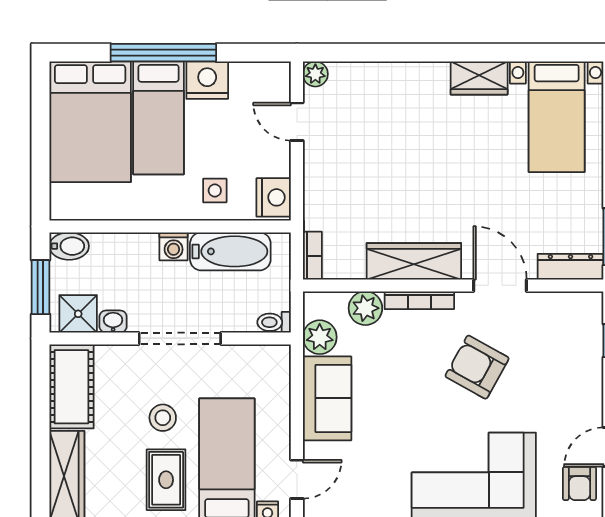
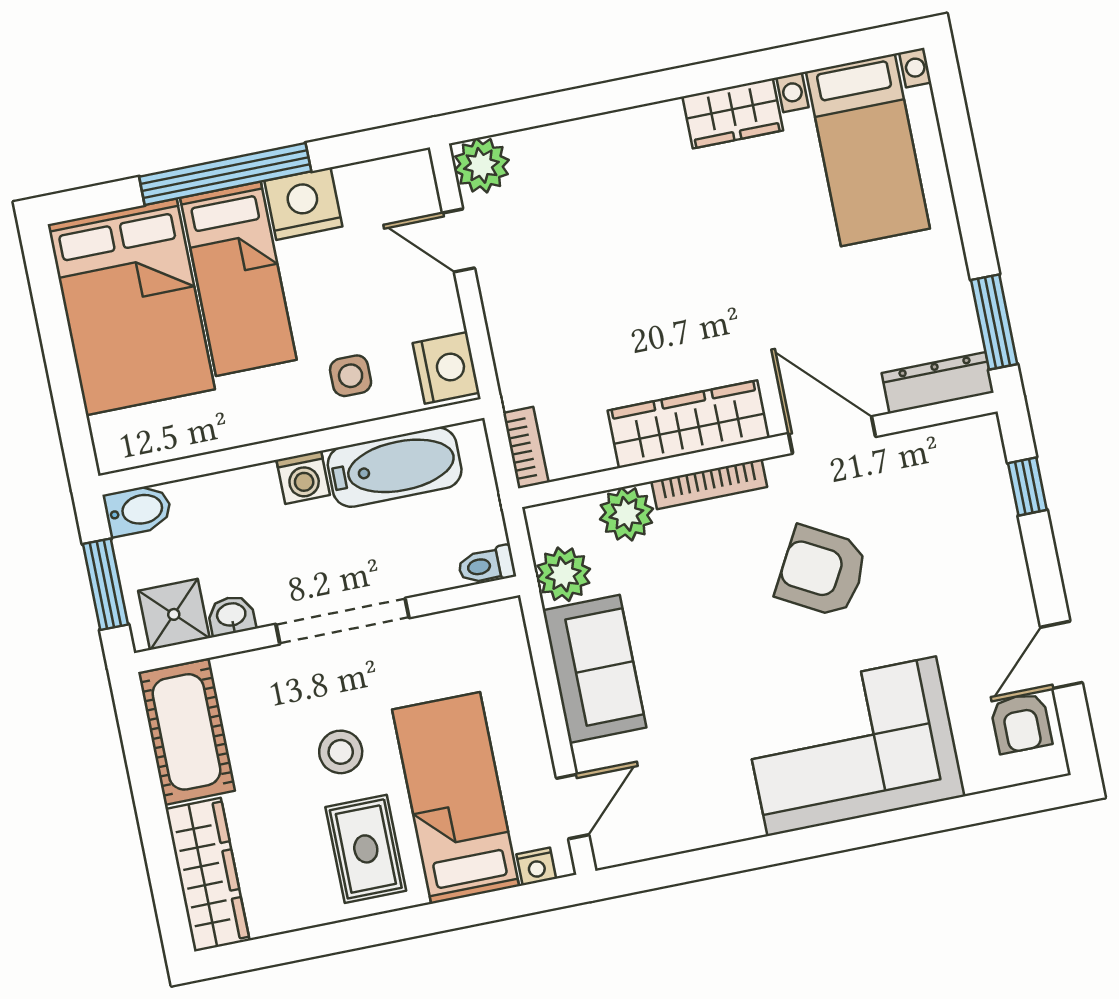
plant: (315, 74) -> (481, 165), width x1.38, depth x1.38

